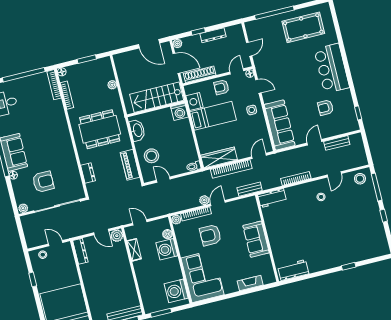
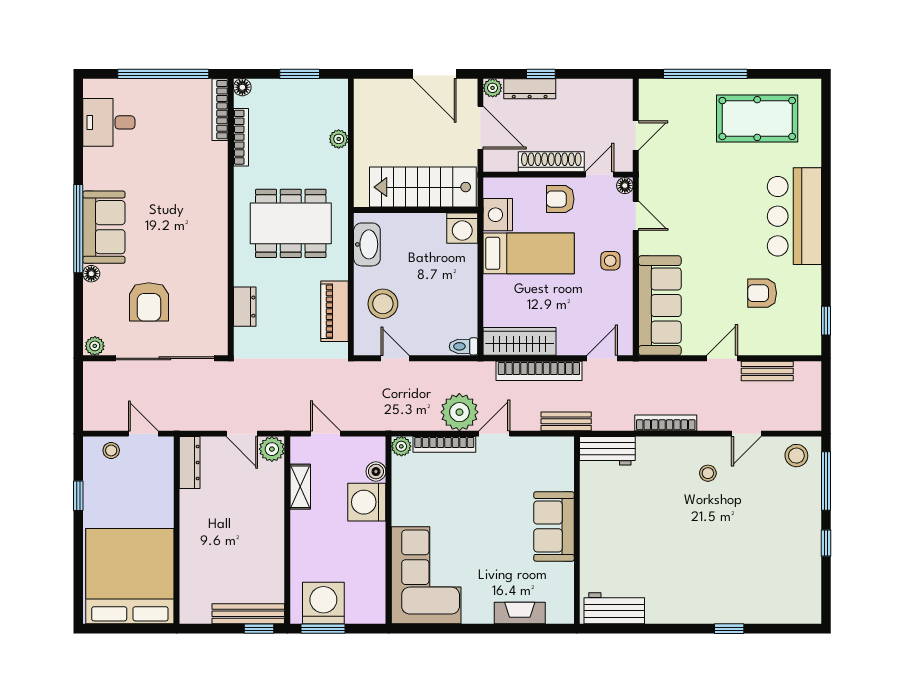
dresser: (213, 35) -> (530, 89), moved
shoe rack: (200, 74) -> (551, 162), moved
armchair: (43, 182) -> (149, 302), turned 90
plant: (204, 200) -> (459, 412), width x1.87, depth x1.87
armchair: (210, 235) -> (463, 495), removed
washing machine: (176, 291) -> (323, 603), moved, turned 90

